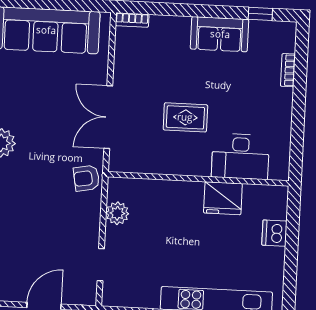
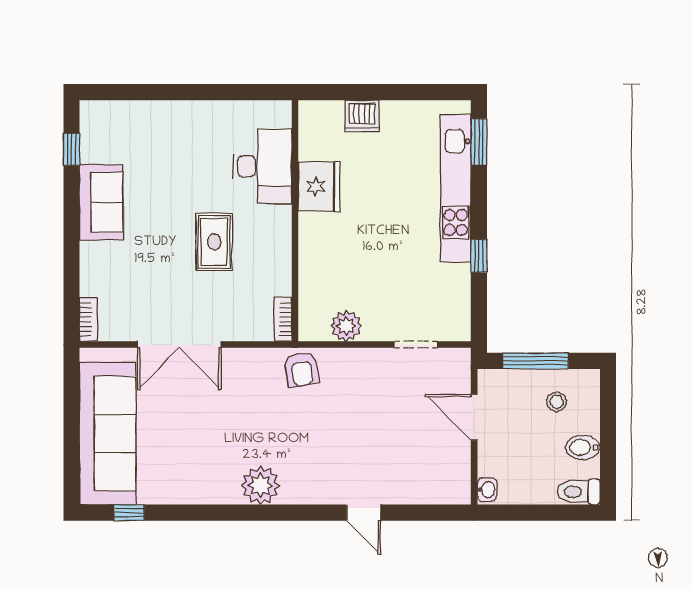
bookcase: (288, 70) -> (283, 319), moved, turned 90
double door: (108, 117) -> (179, 345), moved

